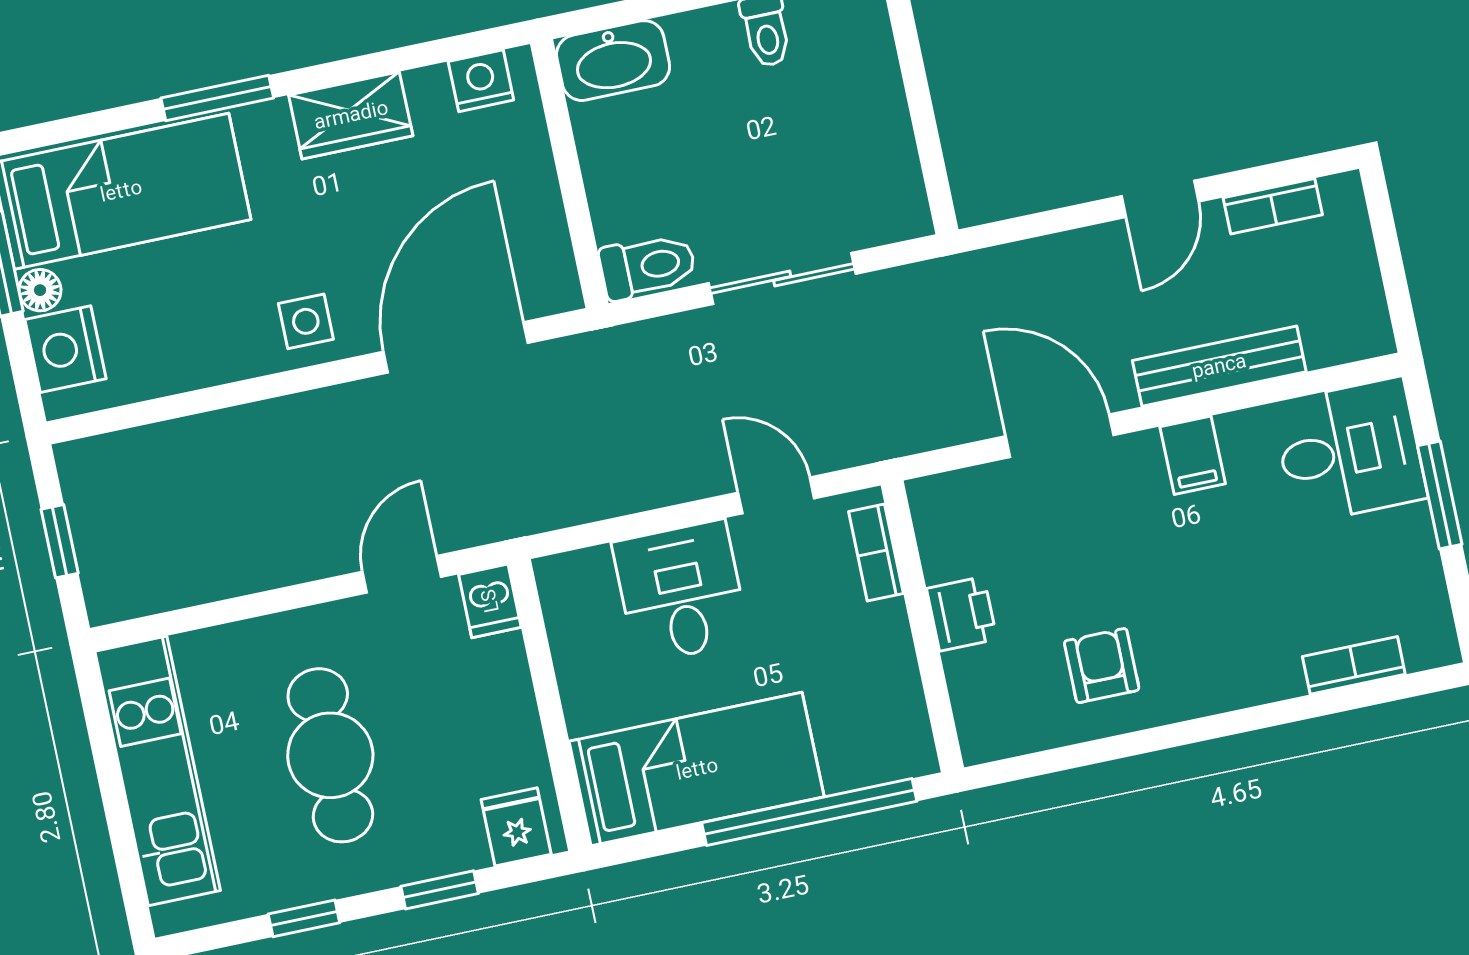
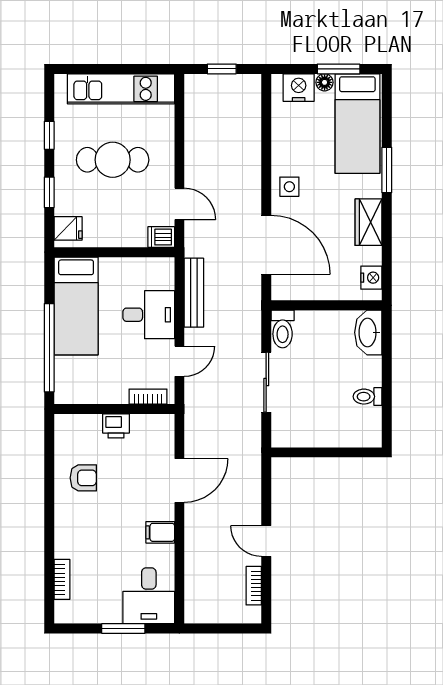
bench: (1219, 366) -> (194, 293), moved

